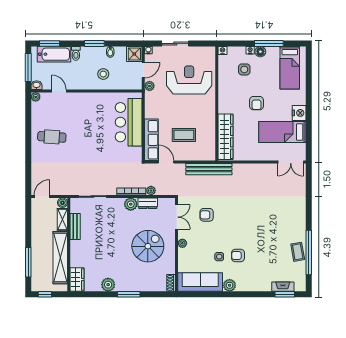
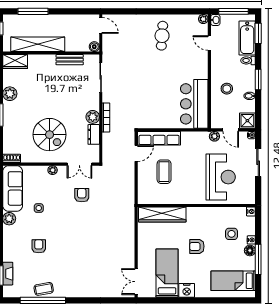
door: (59, 91) -> (209, 43), swing flipped
bar counter: (129, 122) -> (194, 104), moved, turned -90
bench: (209, 169) -> (129, 197), removed
plant: (151, 191) -> (107, 138), removed
shelving: (62, 219) -> (77, 47), removed
armchair: (238, 255) -> (39, 246), moved

